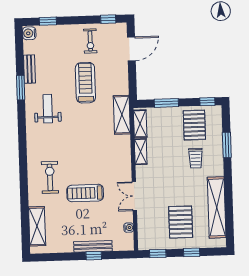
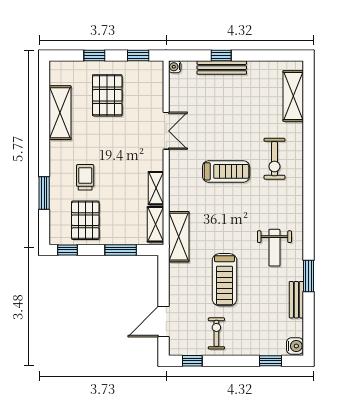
treadmill: (85, 193) -> (226, 171), moved
shelving: (217, 207) -> (60, 113), width x0.68
water cooler: (129, 228) -> (175, 67), moved

